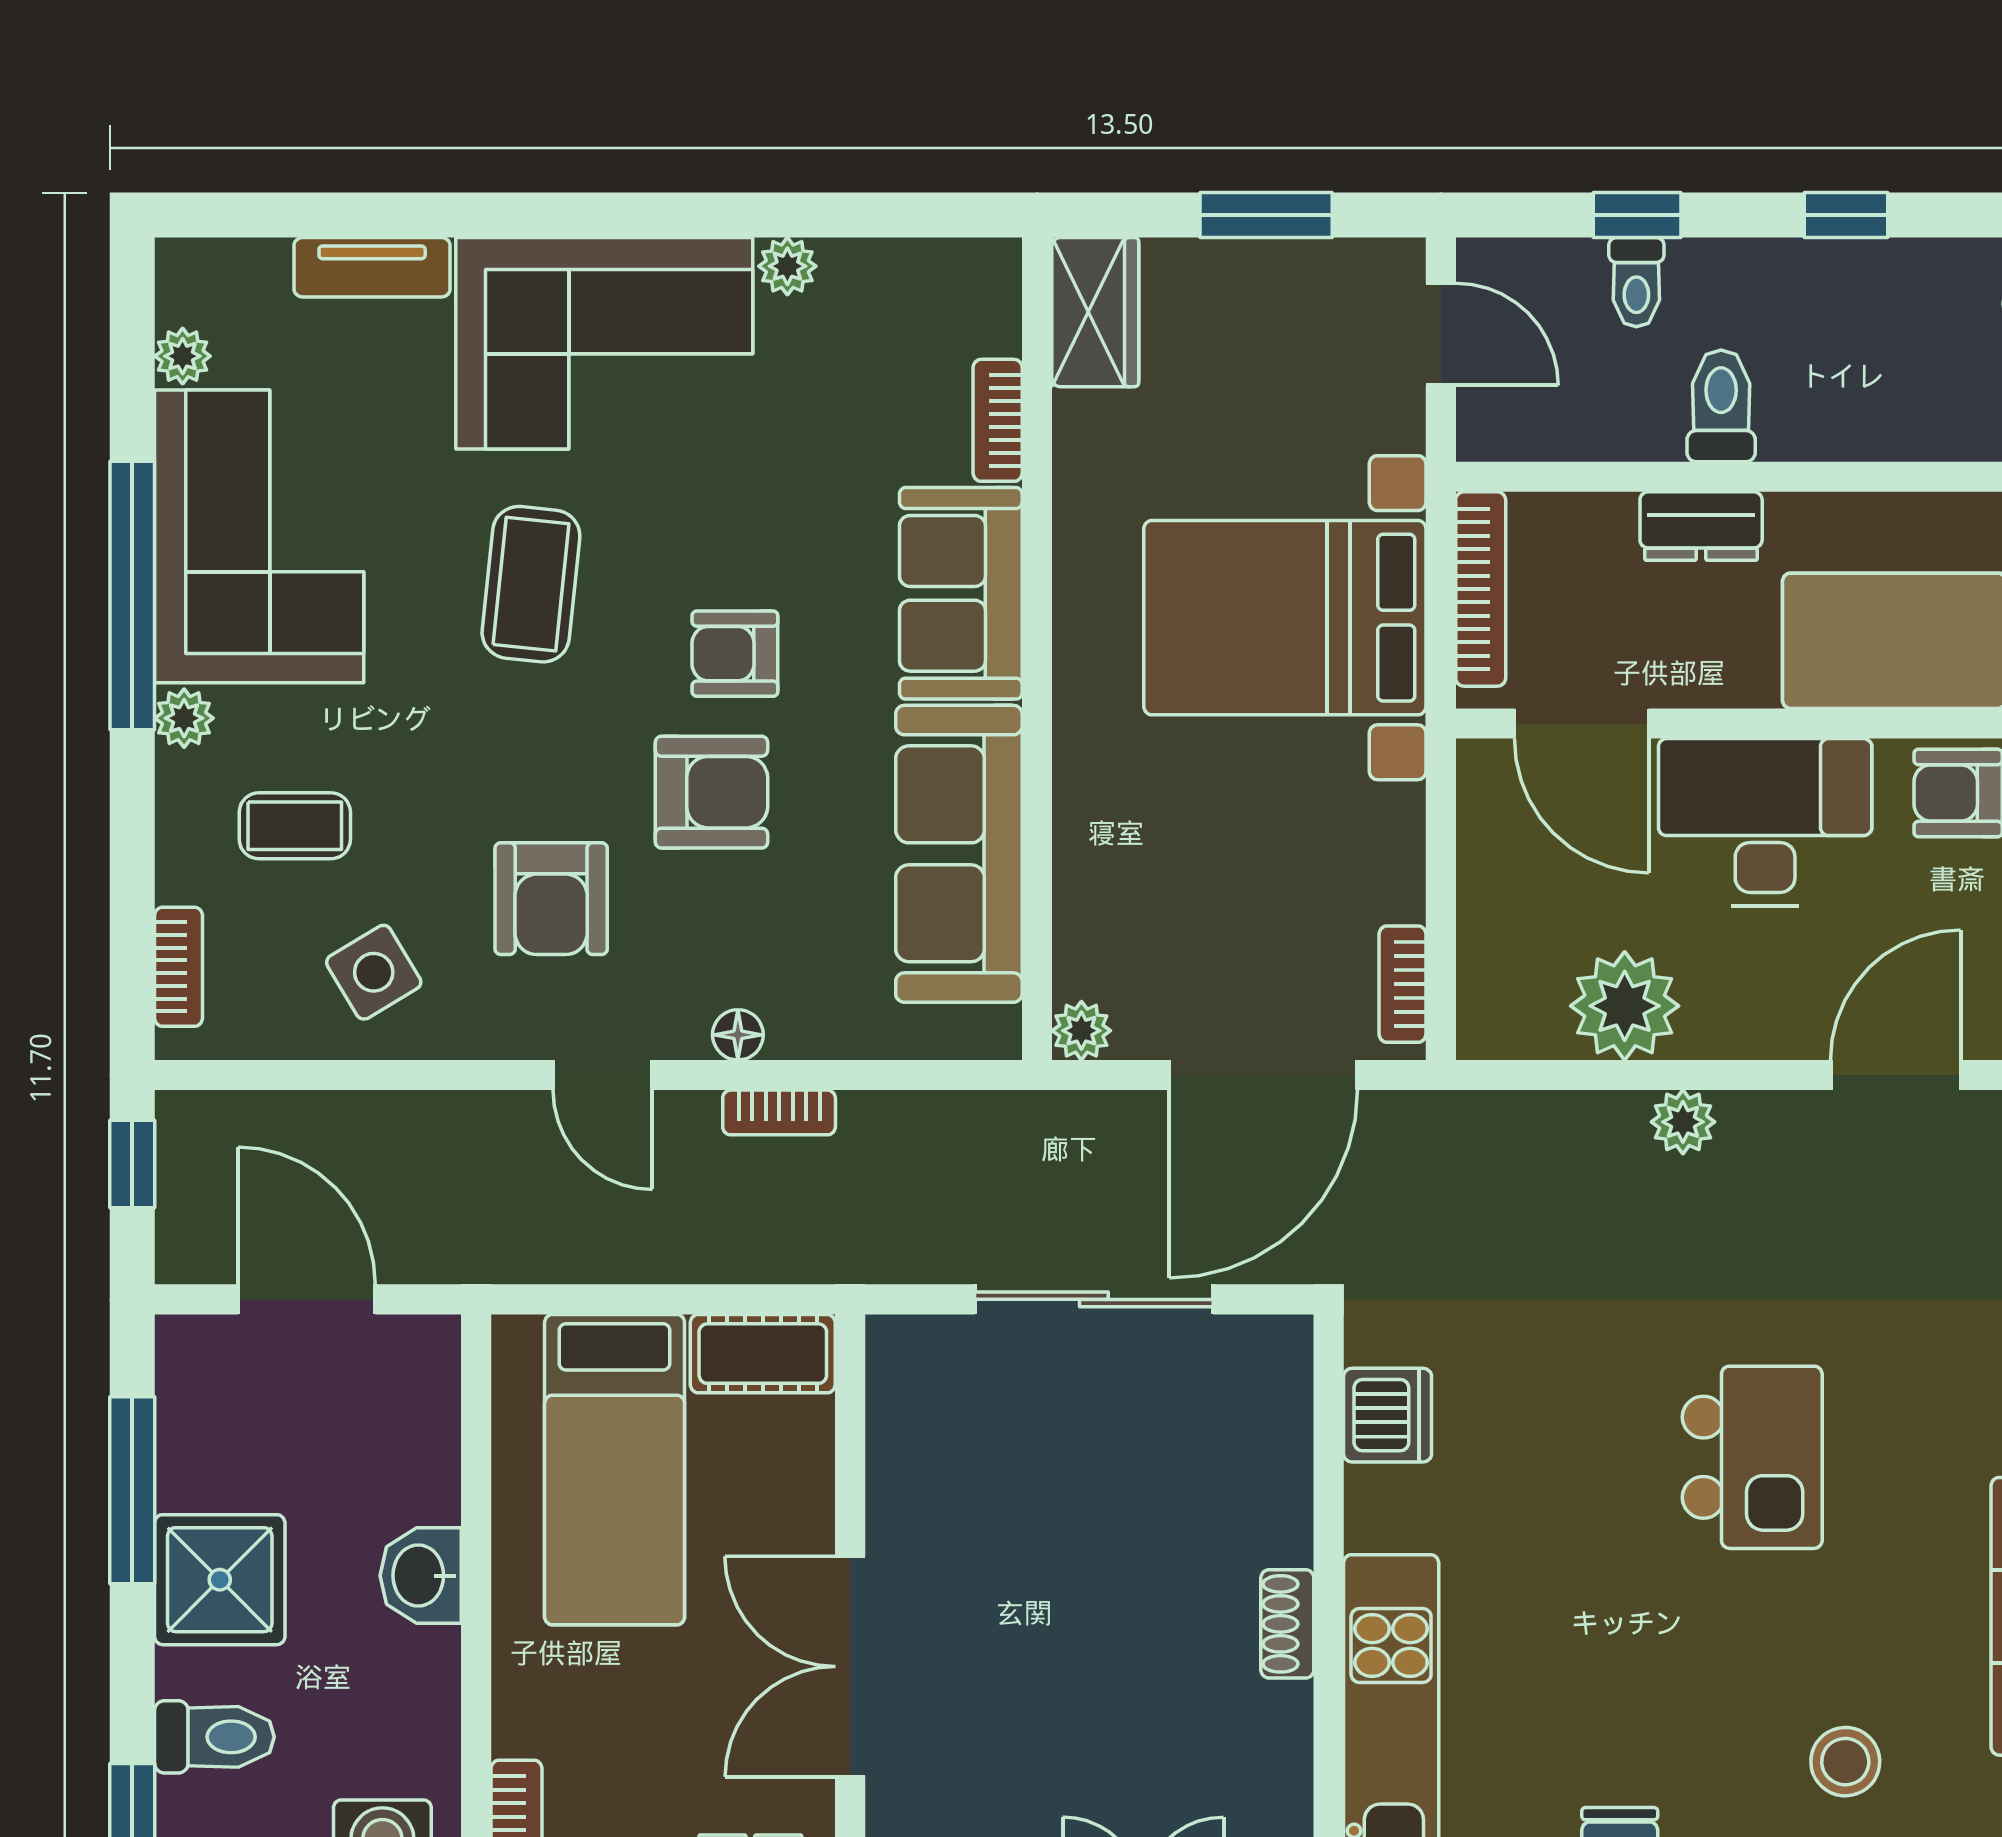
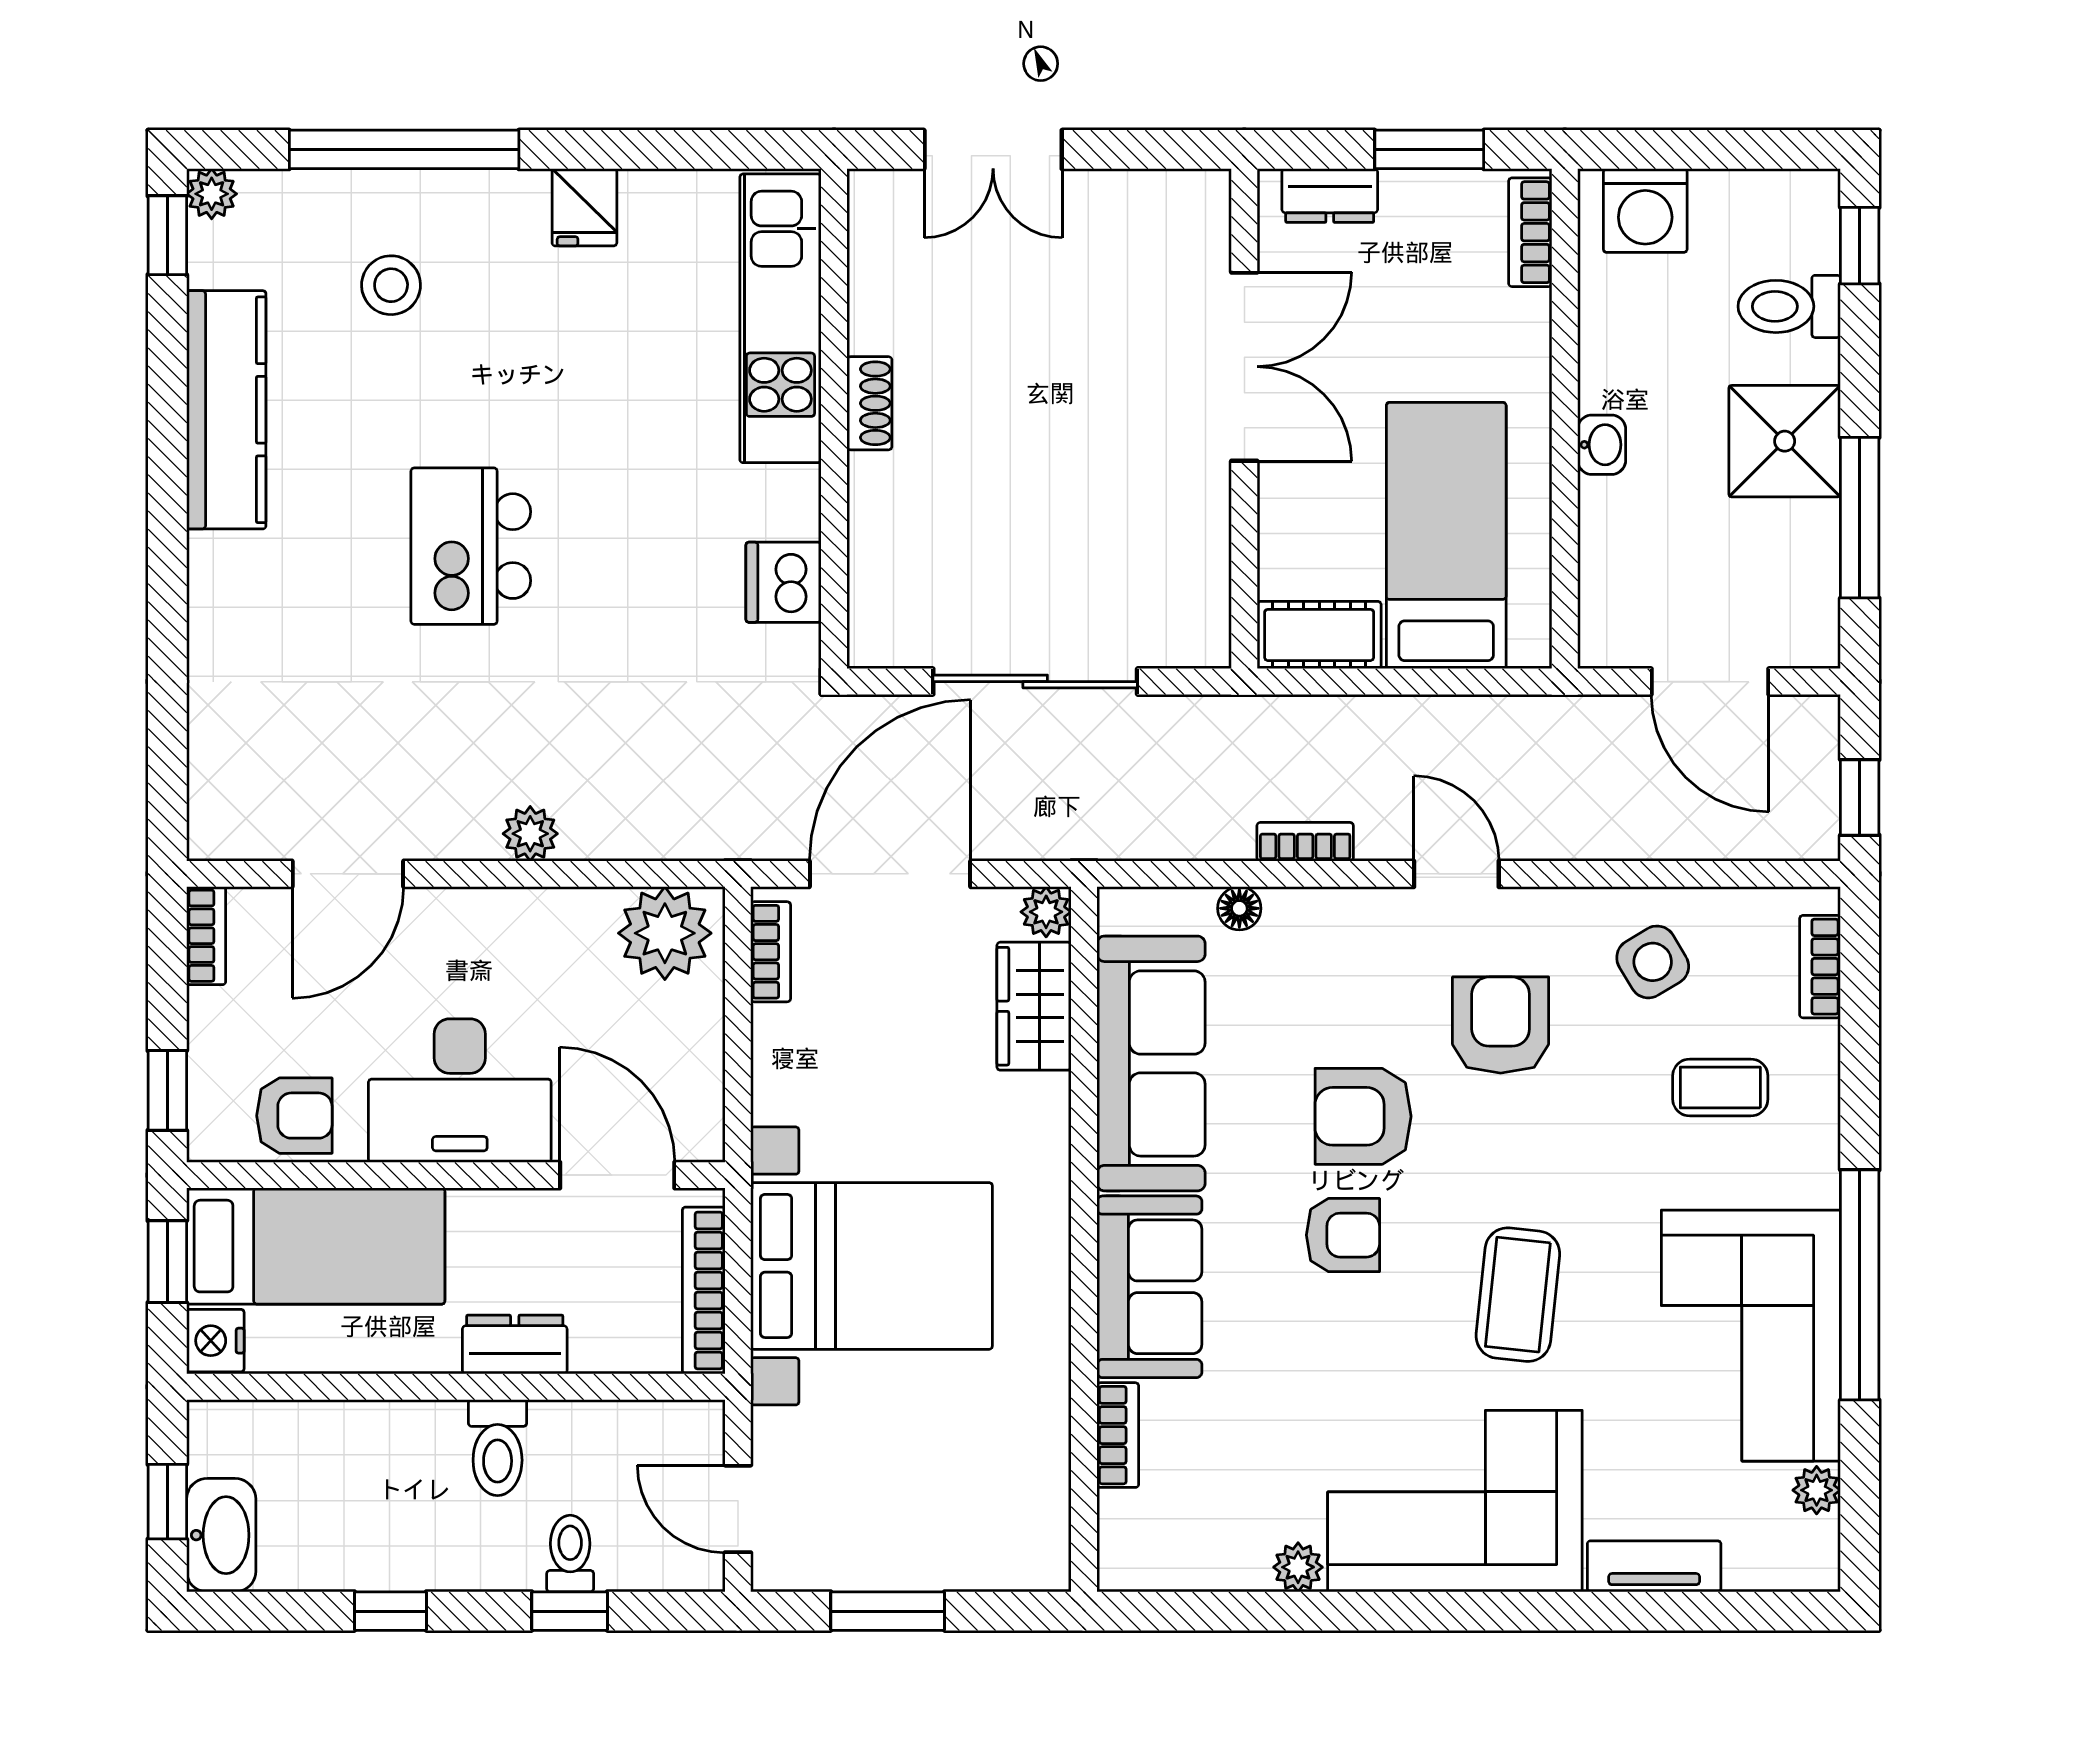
wardrobe: (1095, 312) -> (1034, 1006), moved
plant: (184, 718) -> (1815, 1180), removed
plant: (1625, 1006) -> (665, 933), moved
floor lamp: (738, 1035) -> (1239, 908), moved
washbasin: (421, 1576) -> (1602, 445), width x0.72, depth x0.69

